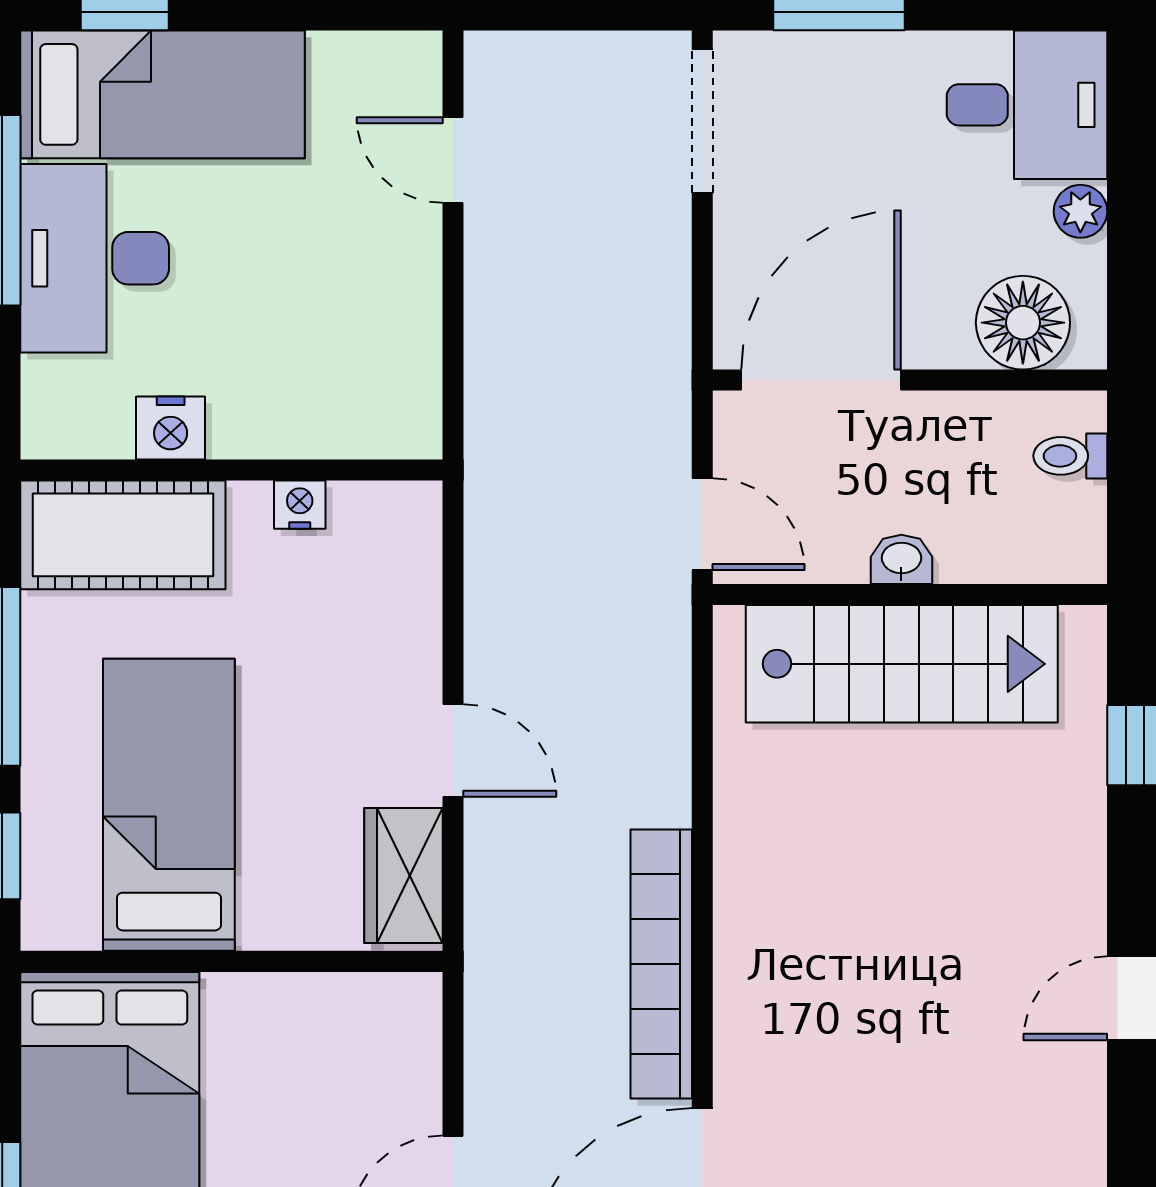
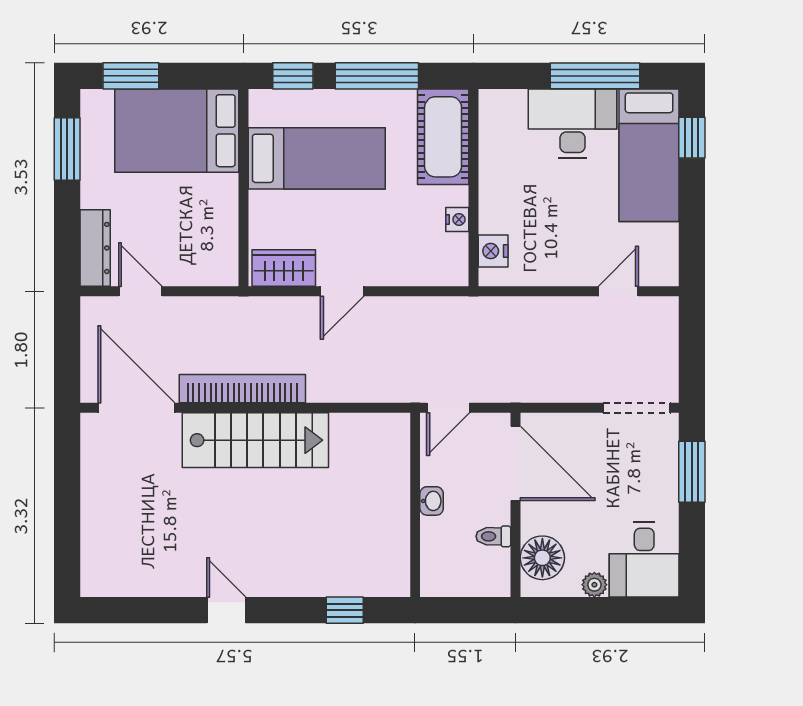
nightstand: (171, 428) -> (493, 251), moved
toilet: (1070, 456) -> (493, 536), moved, turned -90
stairs: (902, 664) -> (255, 440), moved, turned -90

